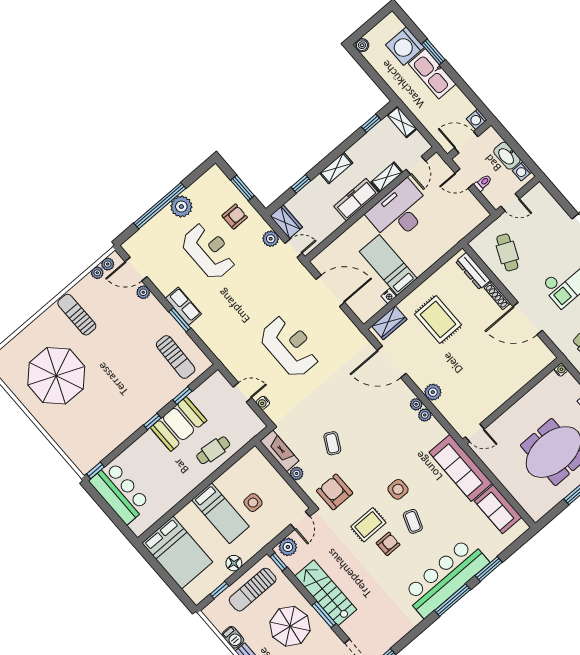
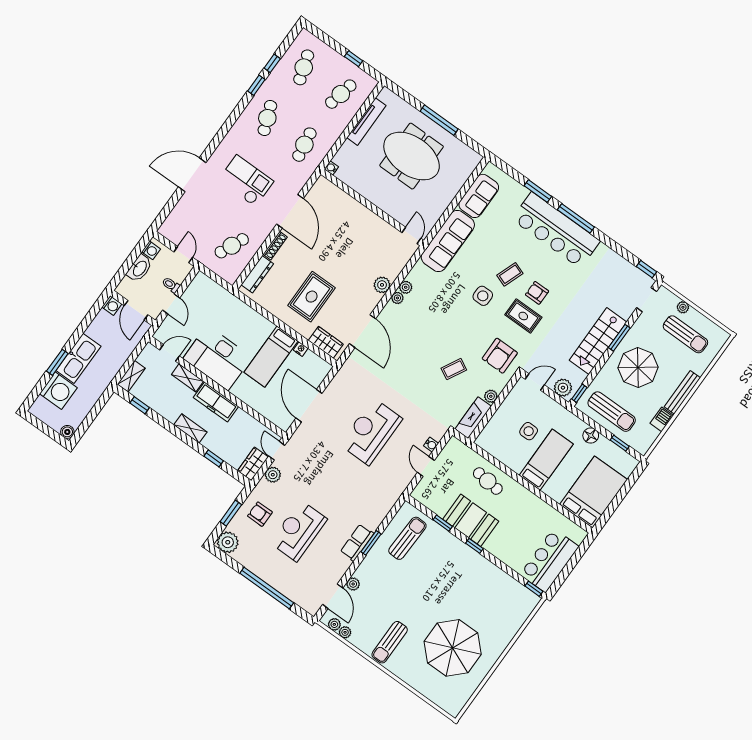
plant: (181, 207) -> (228, 542), moved

